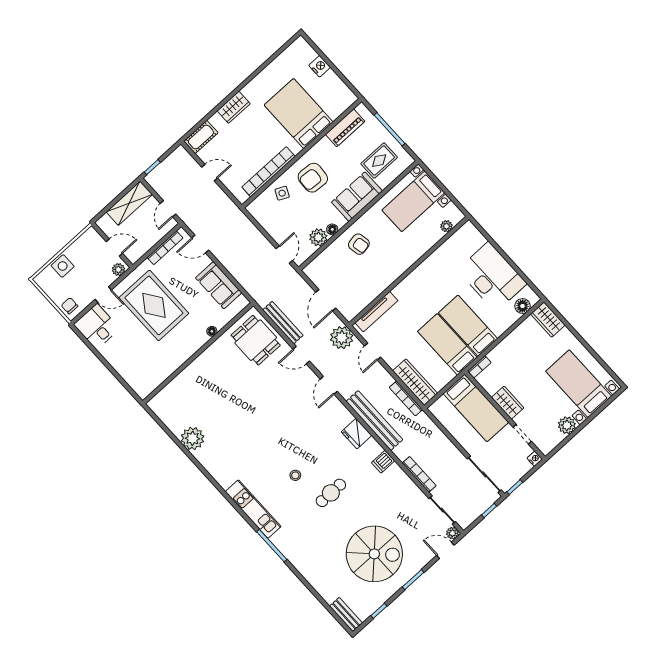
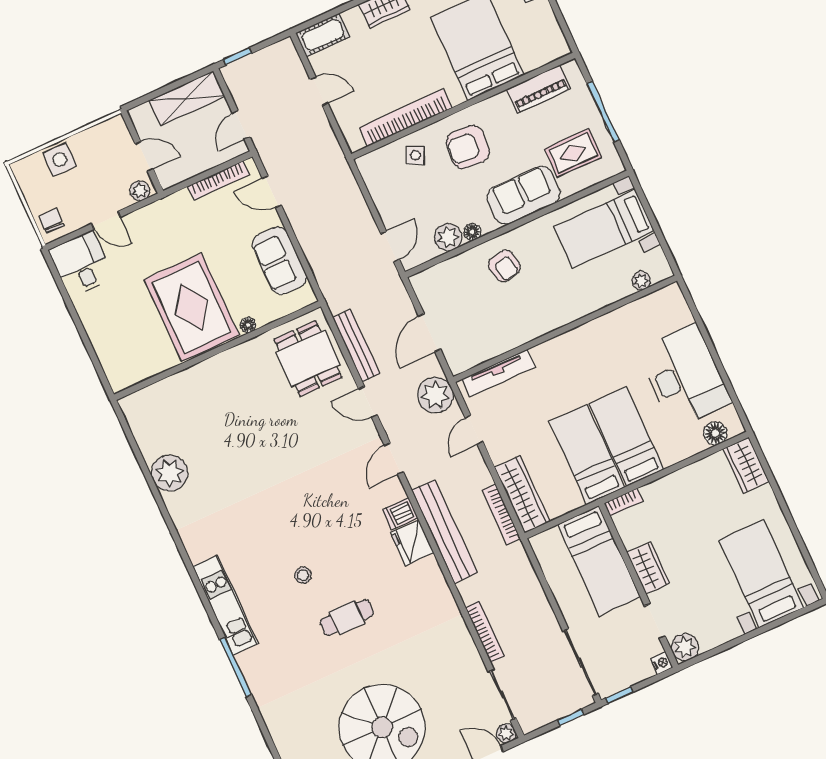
rug: (154, 305) -> (192, 307), moved
plant: (567, 425) -> (685, 647), moved
dishwasher: (383, 462) -> (400, 514), moved

